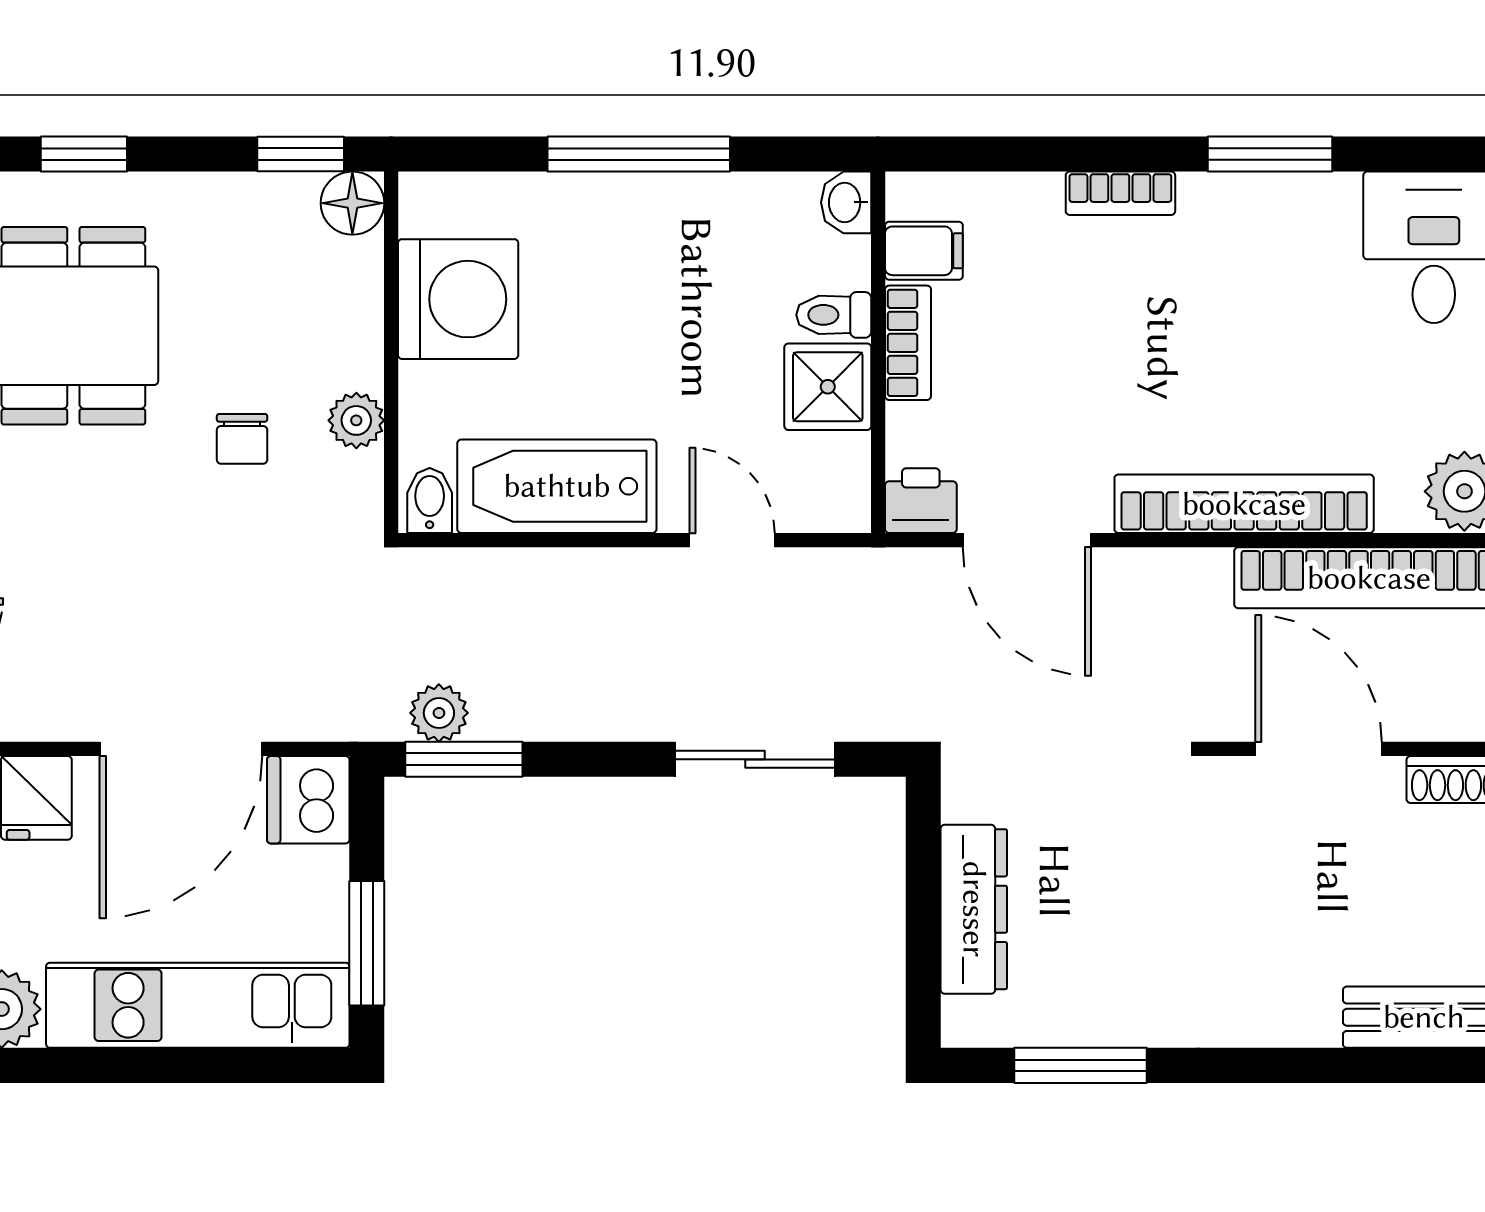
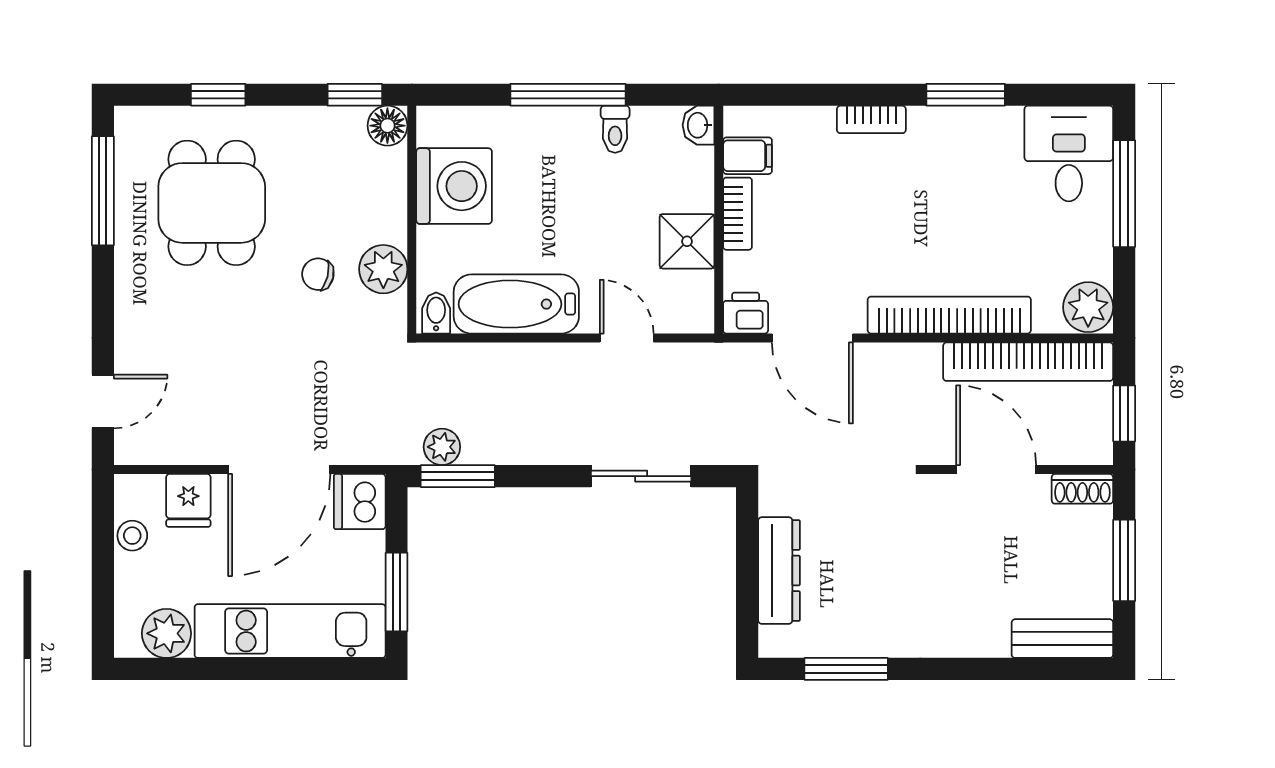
toilet: (834, 315) -> (615, 129), moved, turned -90
plant: (356, 420) -> (383, 269), width x1.38, depth x1.38
chair: (242, 439) -> (318, 274), turned 104

